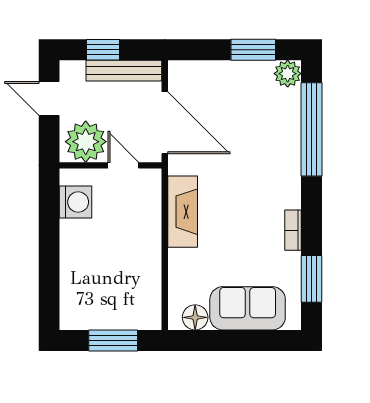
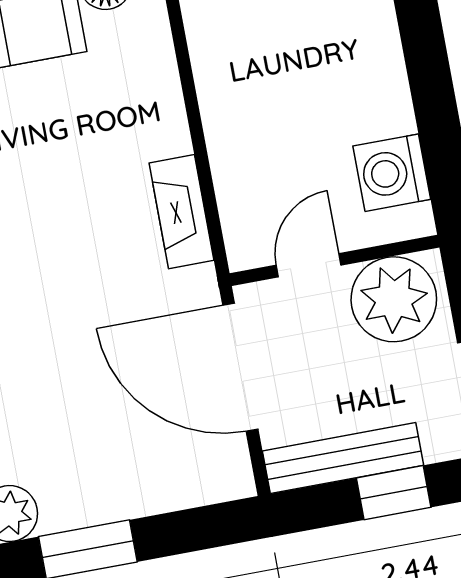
door: (123, 165) -> (309, 265), swing flipped
fireplace: (183, 212) -> (182, 212), width x0.73, depth x0.76

